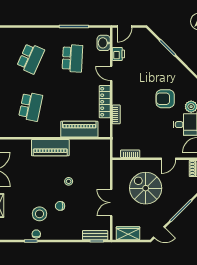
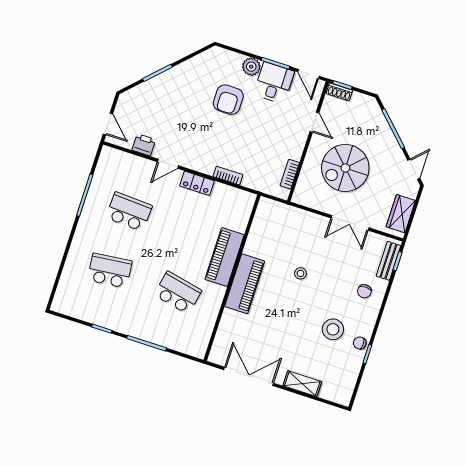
washbasin: (104, 43) -> (122, 161), removed
school desk: (31, 58) -> (110, 271), turned -30
locker: (105, 102) -> (197, 183), width x0.66
piano: (79, 129) -> (225, 257), moved
chair: (60, 206) -> (364, 291), moved

